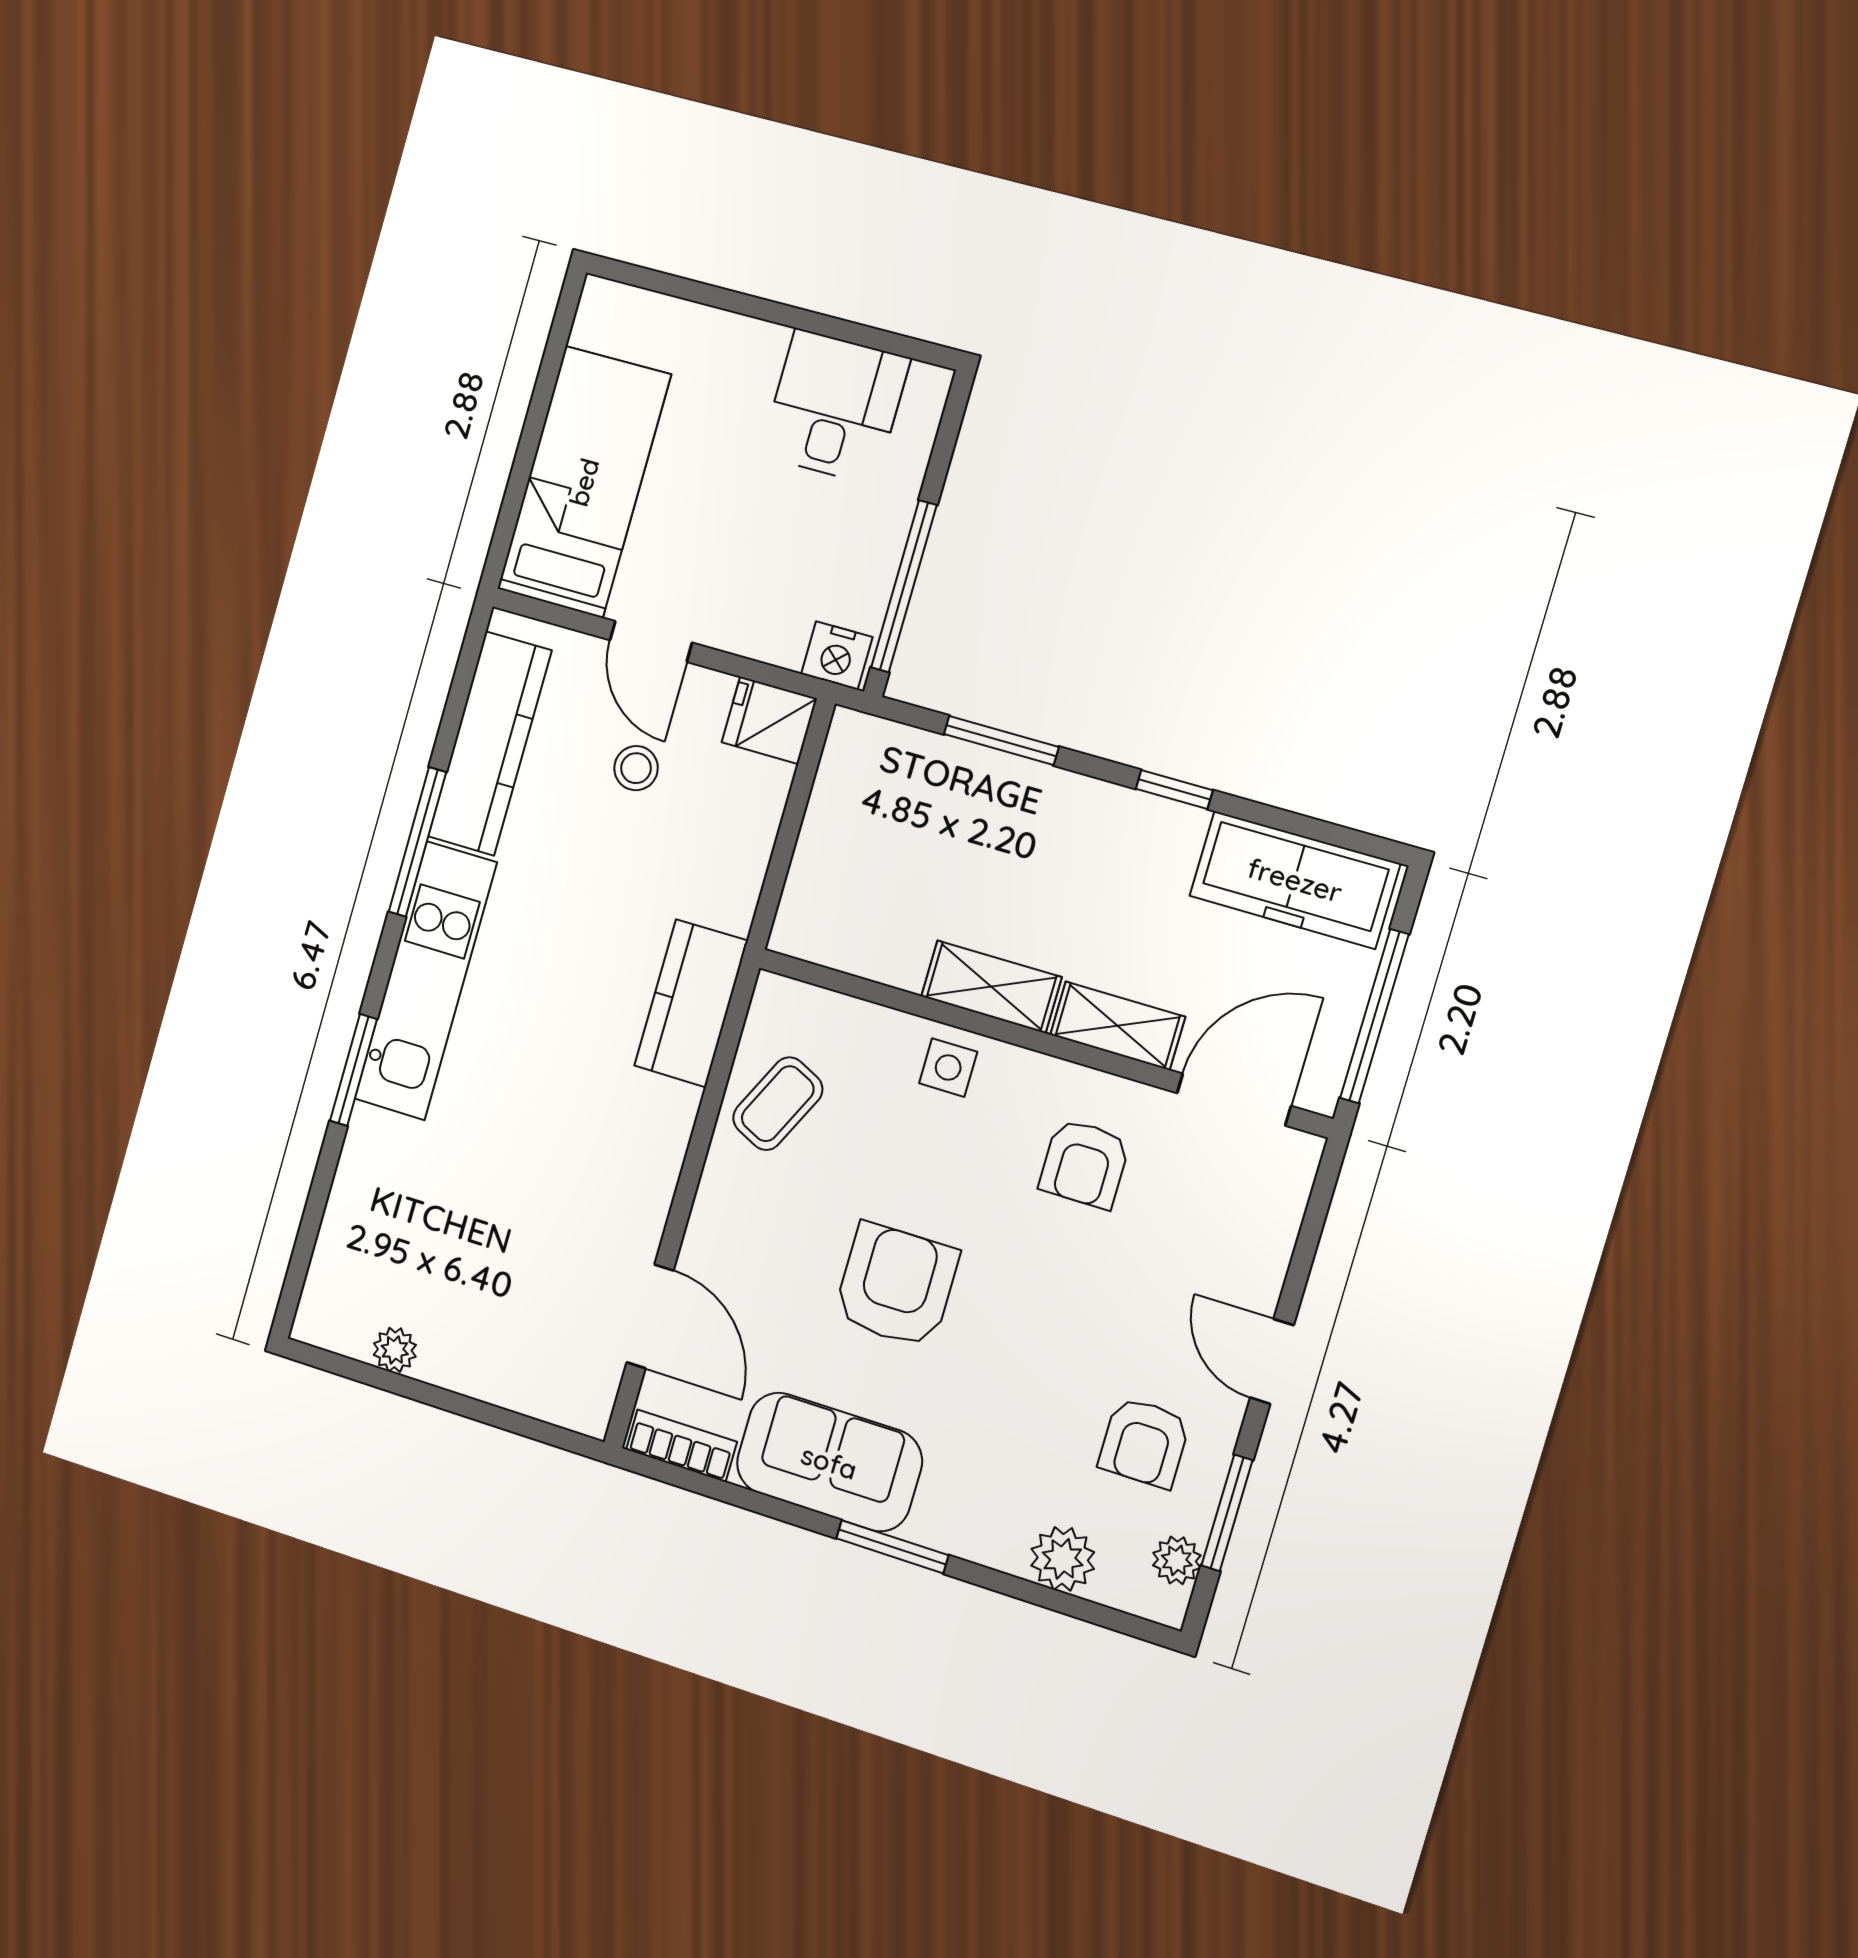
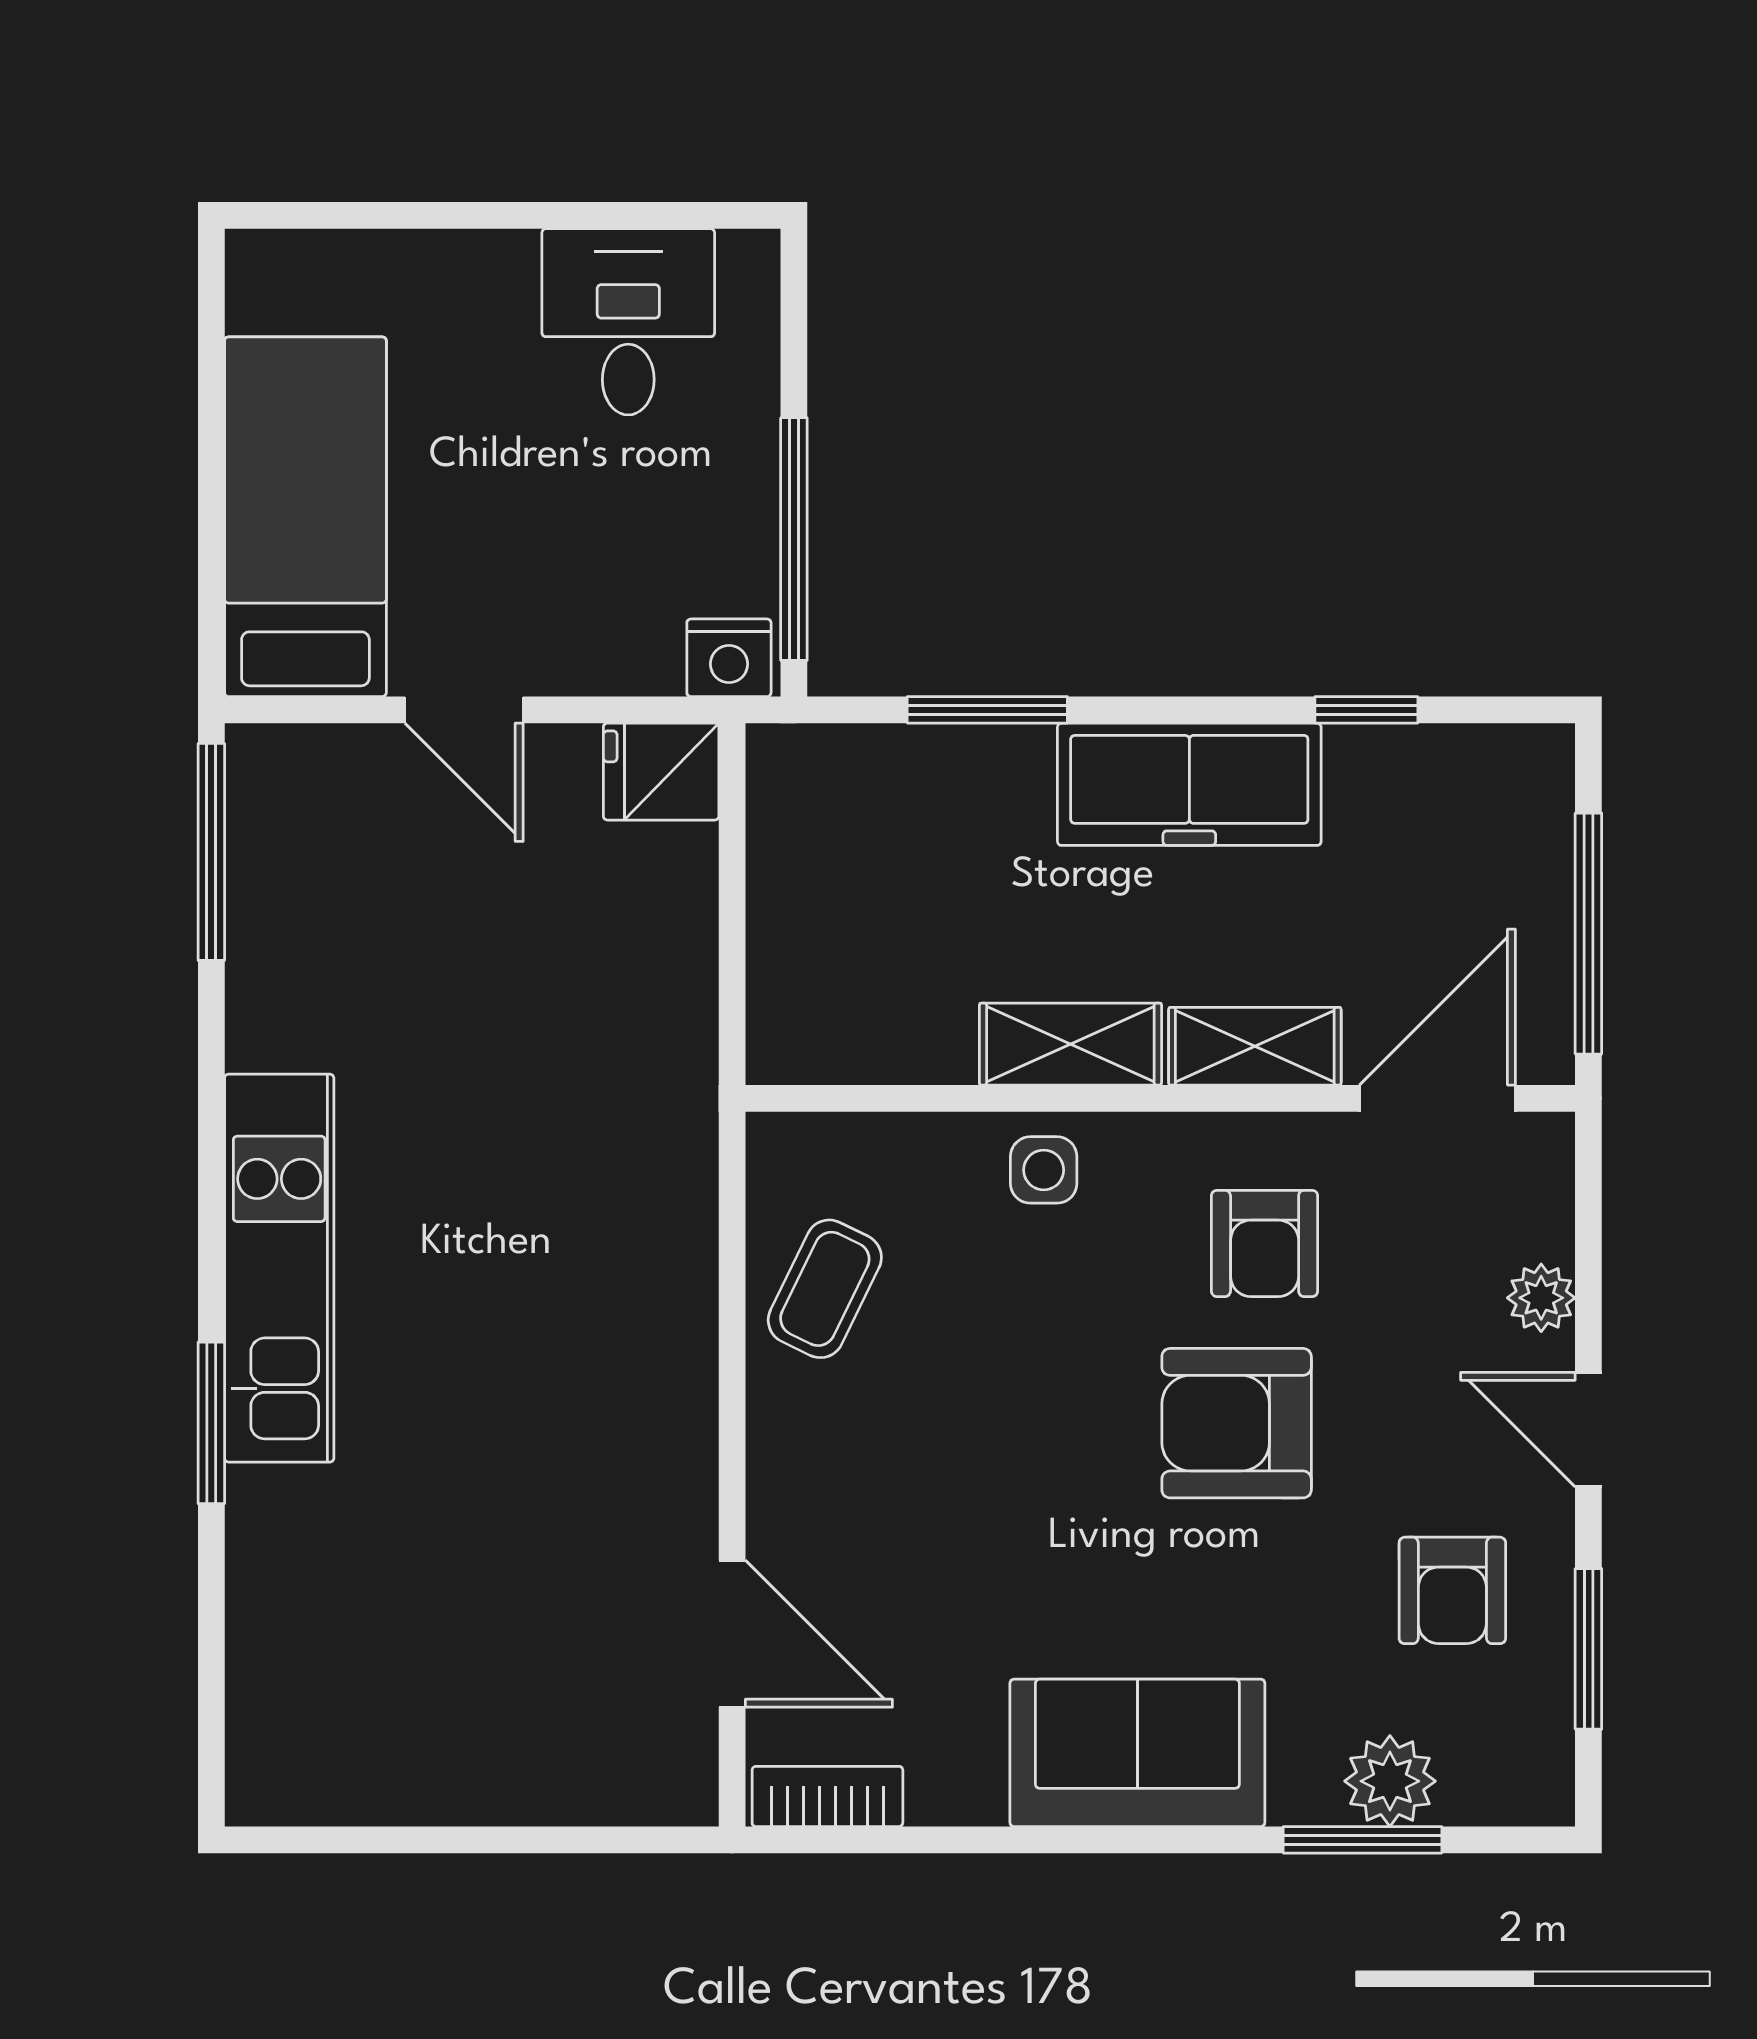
kitchen counter: (490, 744) -> (276, 914), removed
stool: (636, 768) -> (493, 889), removed
window: (1174, 789) -> (1366, 710), moved
window: (417, 842) -> (211, 852), moved
freezer: (1295, 880) -> (1189, 784), moved
kitchen counter: (691, 1003) -> (664, 1188), removed
armchair: (896, 1285) -> (1237, 1423), moved, turned -90
plant: (395, 1350) -> (384, 1794), removed
sofa: (829, 1462) -> (1137, 1753), moved
window: (892, 1547) -> (1362, 1840), moved
plant: (1177, 1560) -> (1541, 1298), moved

